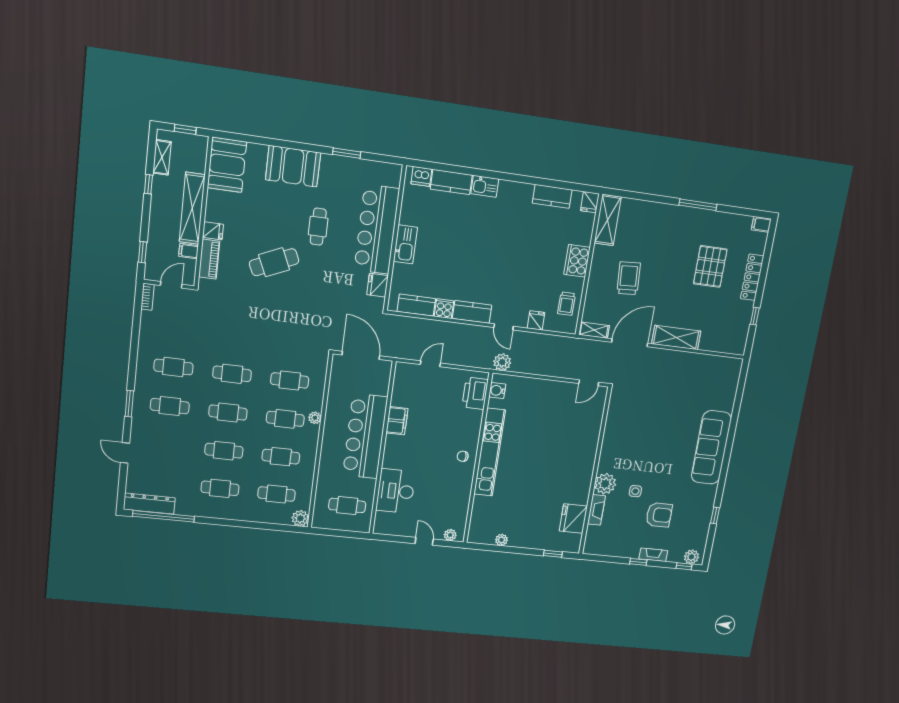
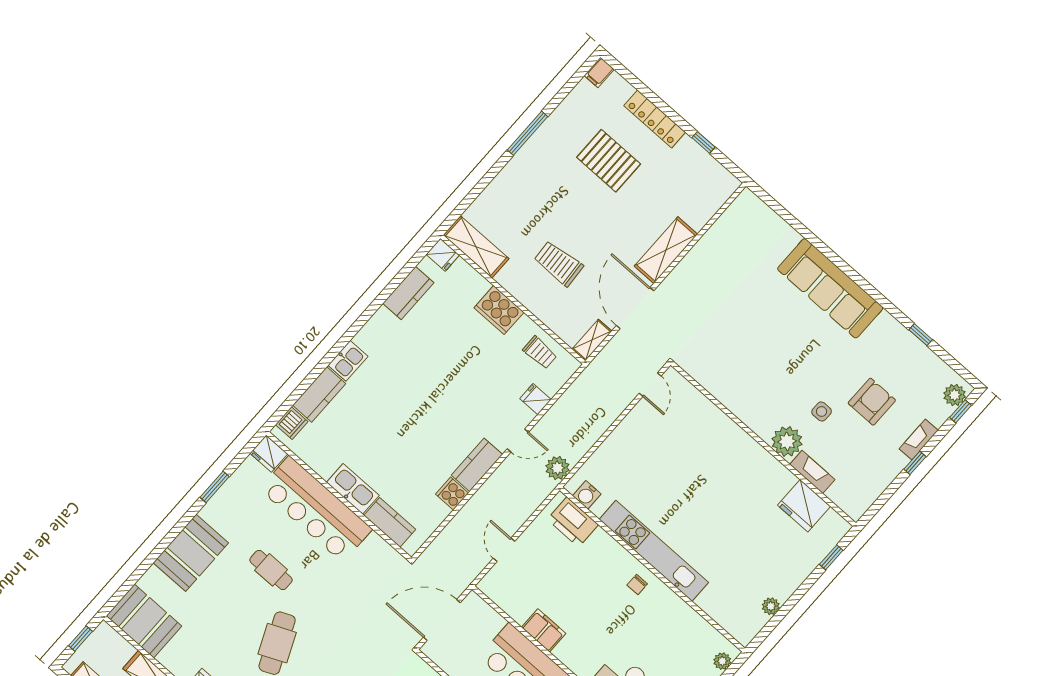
fridge: (378, 285) -> (269, 454), moved
kitchen counter: (416, 305) -> (390, 522), moved, turned 90

